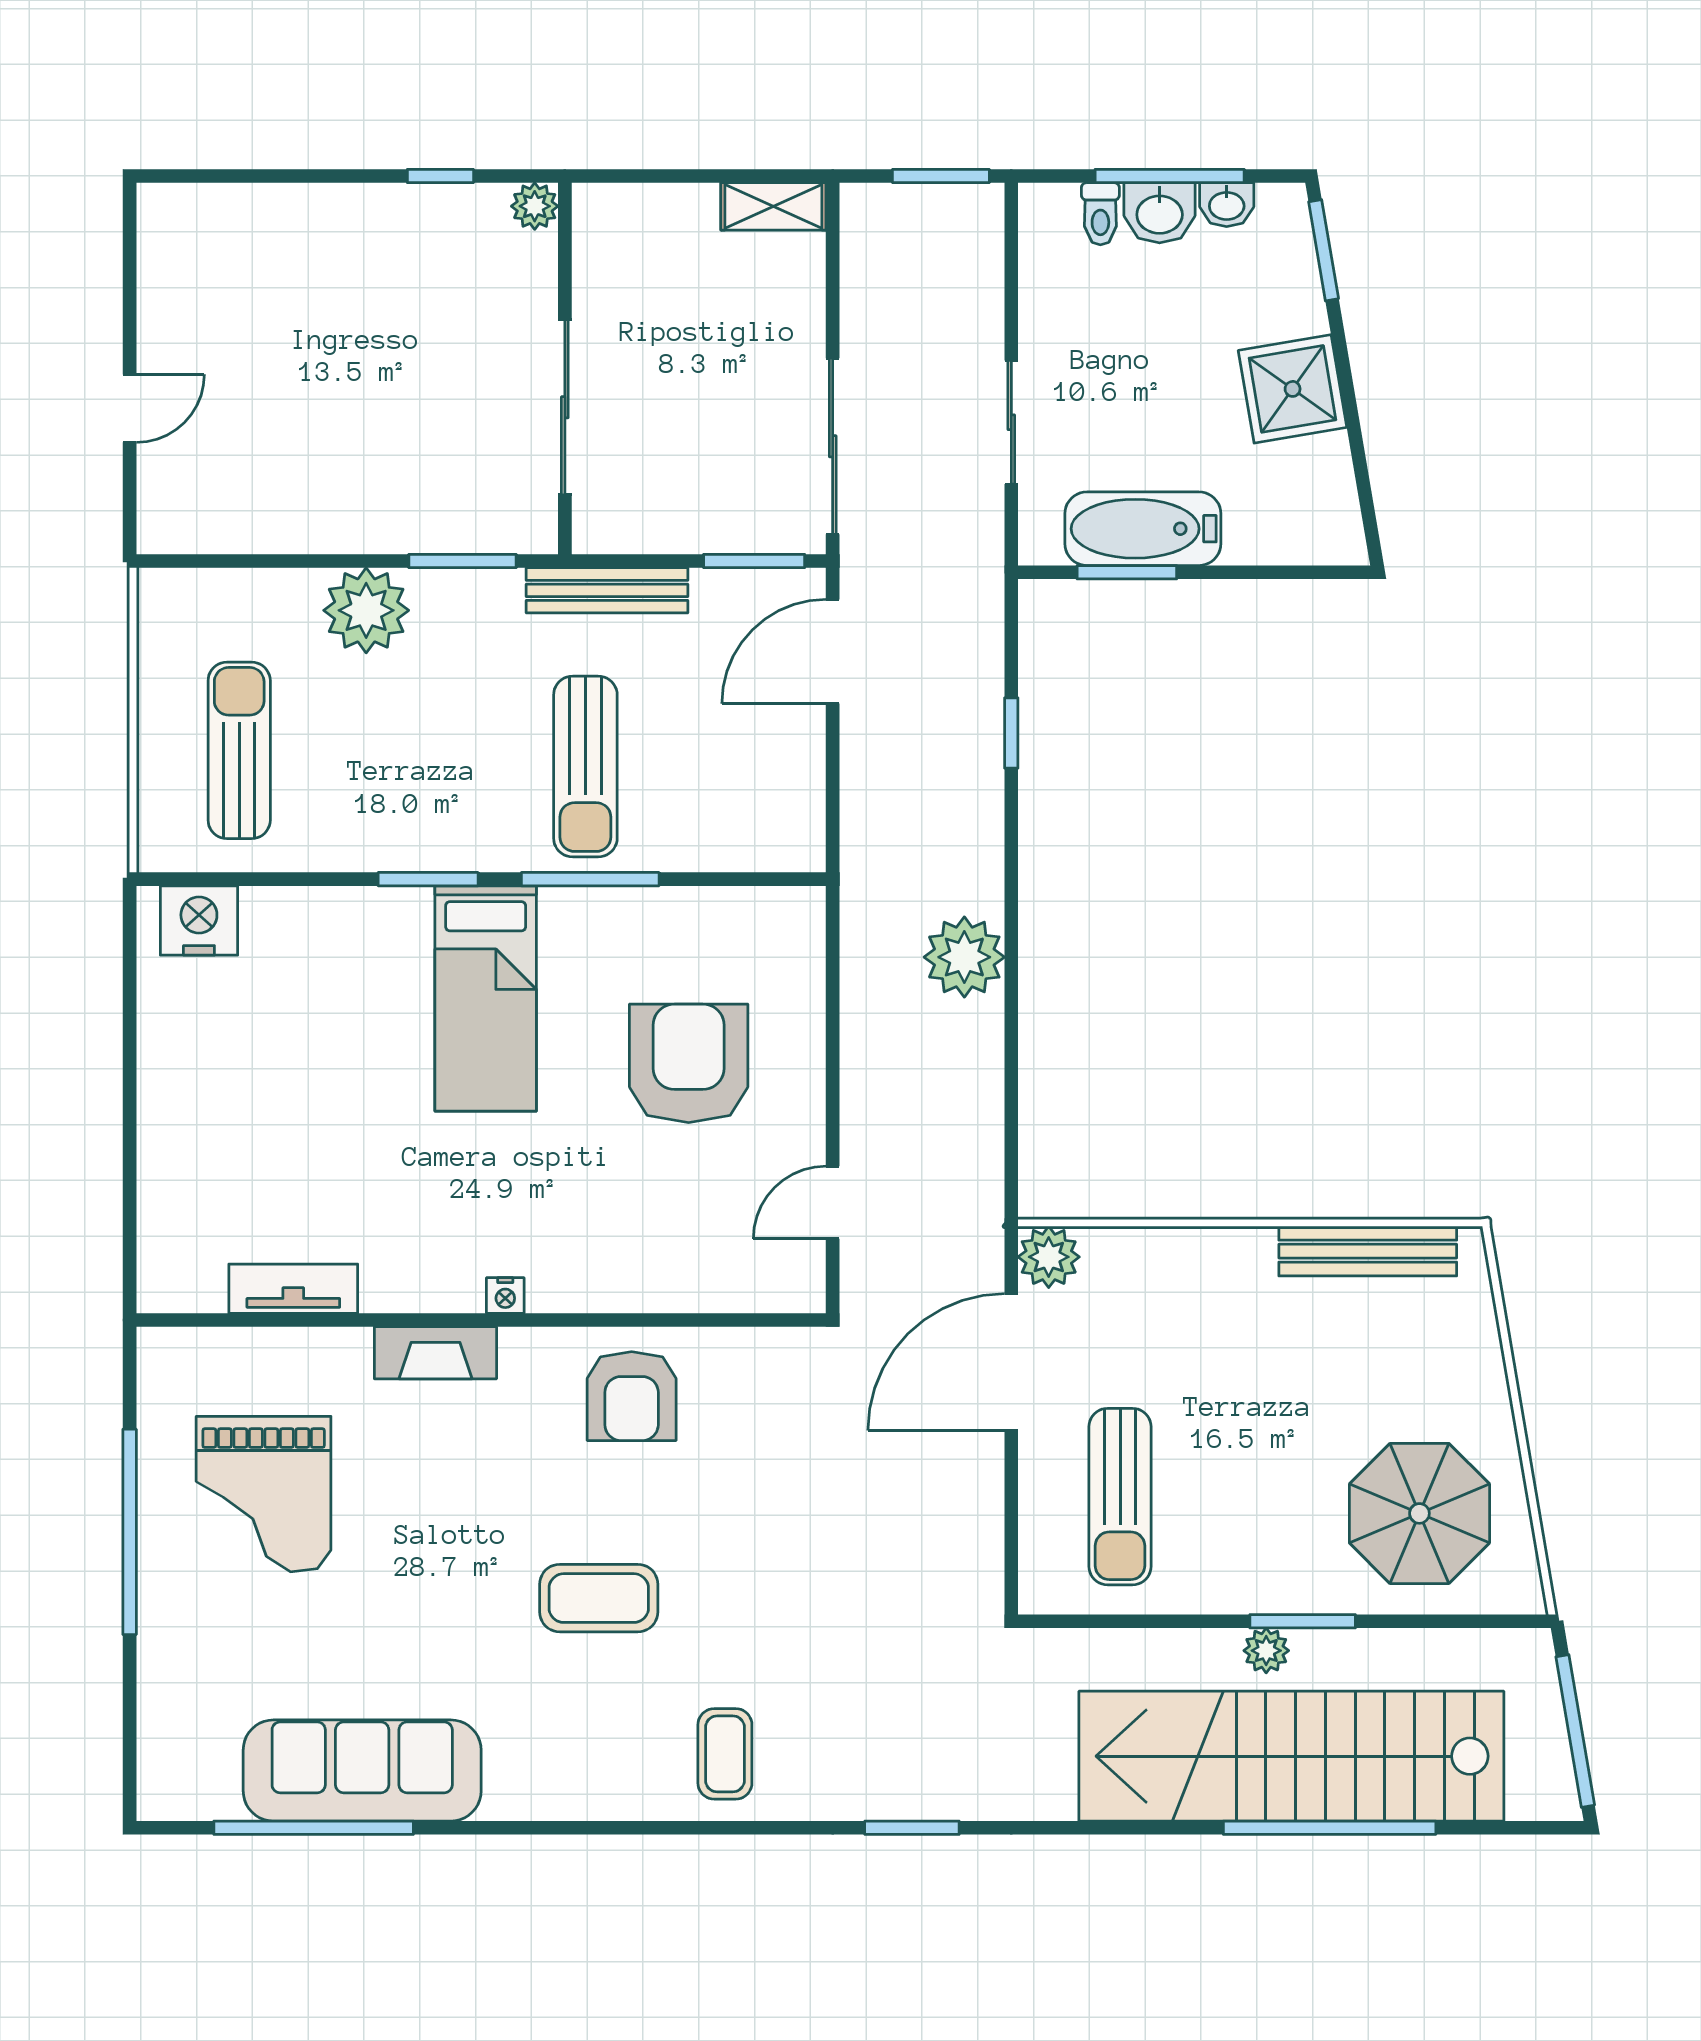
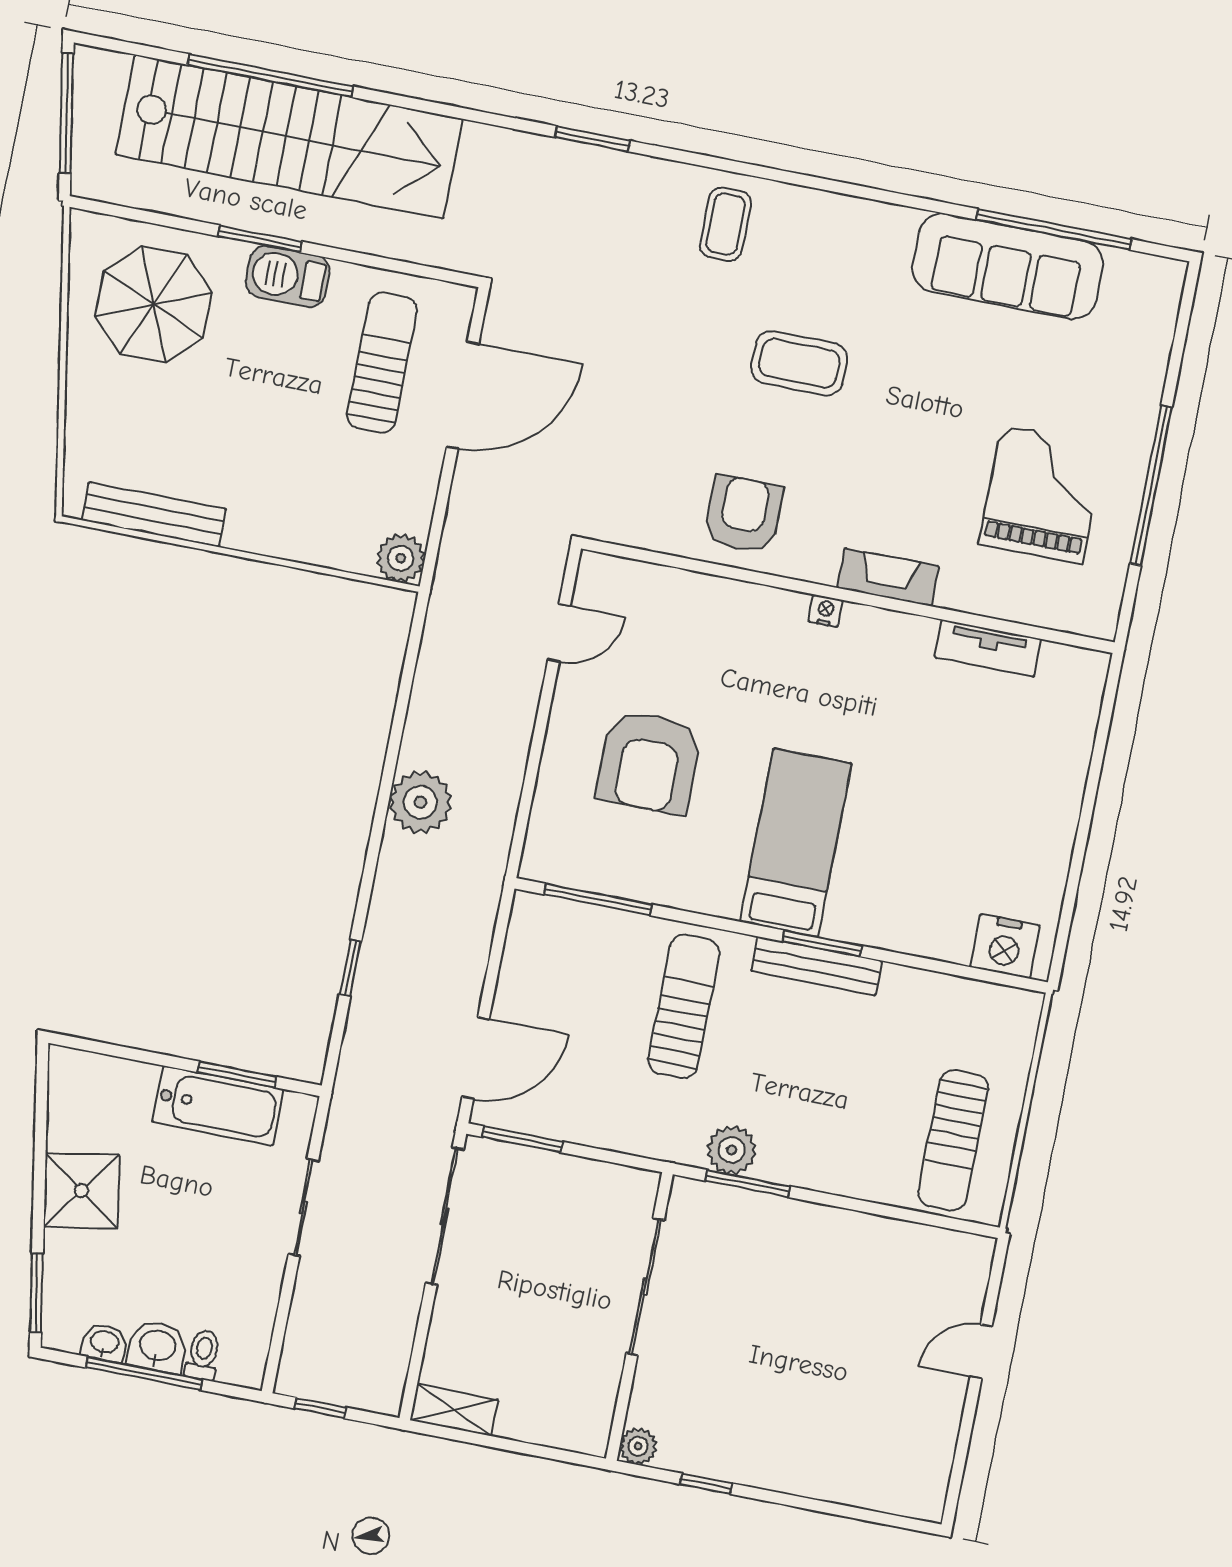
window: (941, 176) -> (320, 1408), width x0.67
bench: (607, 590) -> (817, 966), moved
plant: (366, 610) -> (732, 1150), moved, width x0.73, depth x0.73
sun lounger: (239, 750) -> (953, 1140), moved
window: (590, 879) -> (598, 899), moved
door: (1011, 1362) -> (463, 395), moved
barbecue: (1259, 1581) -> (288, 276), added
plant: (1266, 1651) -> (293, 222), removed

